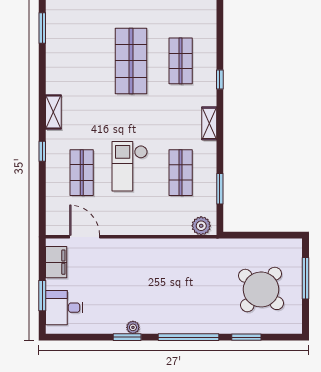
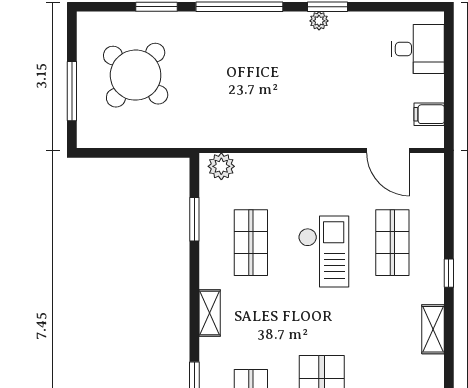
filing cabinet: (56, 262) -> (429, 114), width x0.50
window: (42, 296) -> (449, 66), removed

